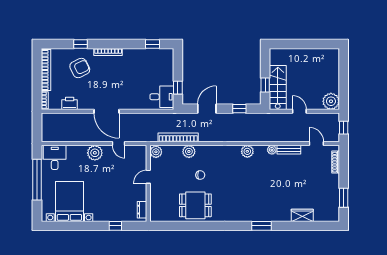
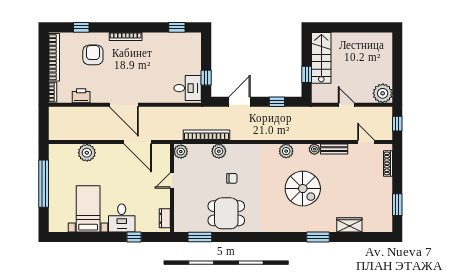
window: (80, 44) -> (81, 27), moved
armchair: (80, 68) -> (93, 55), turned -64
stairs: (278, 88) -> (321, 58), moved
door: (119, 144) -> (138, 142), width x1.87
plant: (95, 153) -> (87, 153), moved
desk: (55, 157) -> (122, 218), moved, turned 180
spiral stairs: (262, 184) -> (303, 189), added
bed with nightstands: (69, 201) -> (88, 209), width x0.73
window: (173, 226) -> (200, 237), added
window: (262, 226) -> (318, 237), moved

